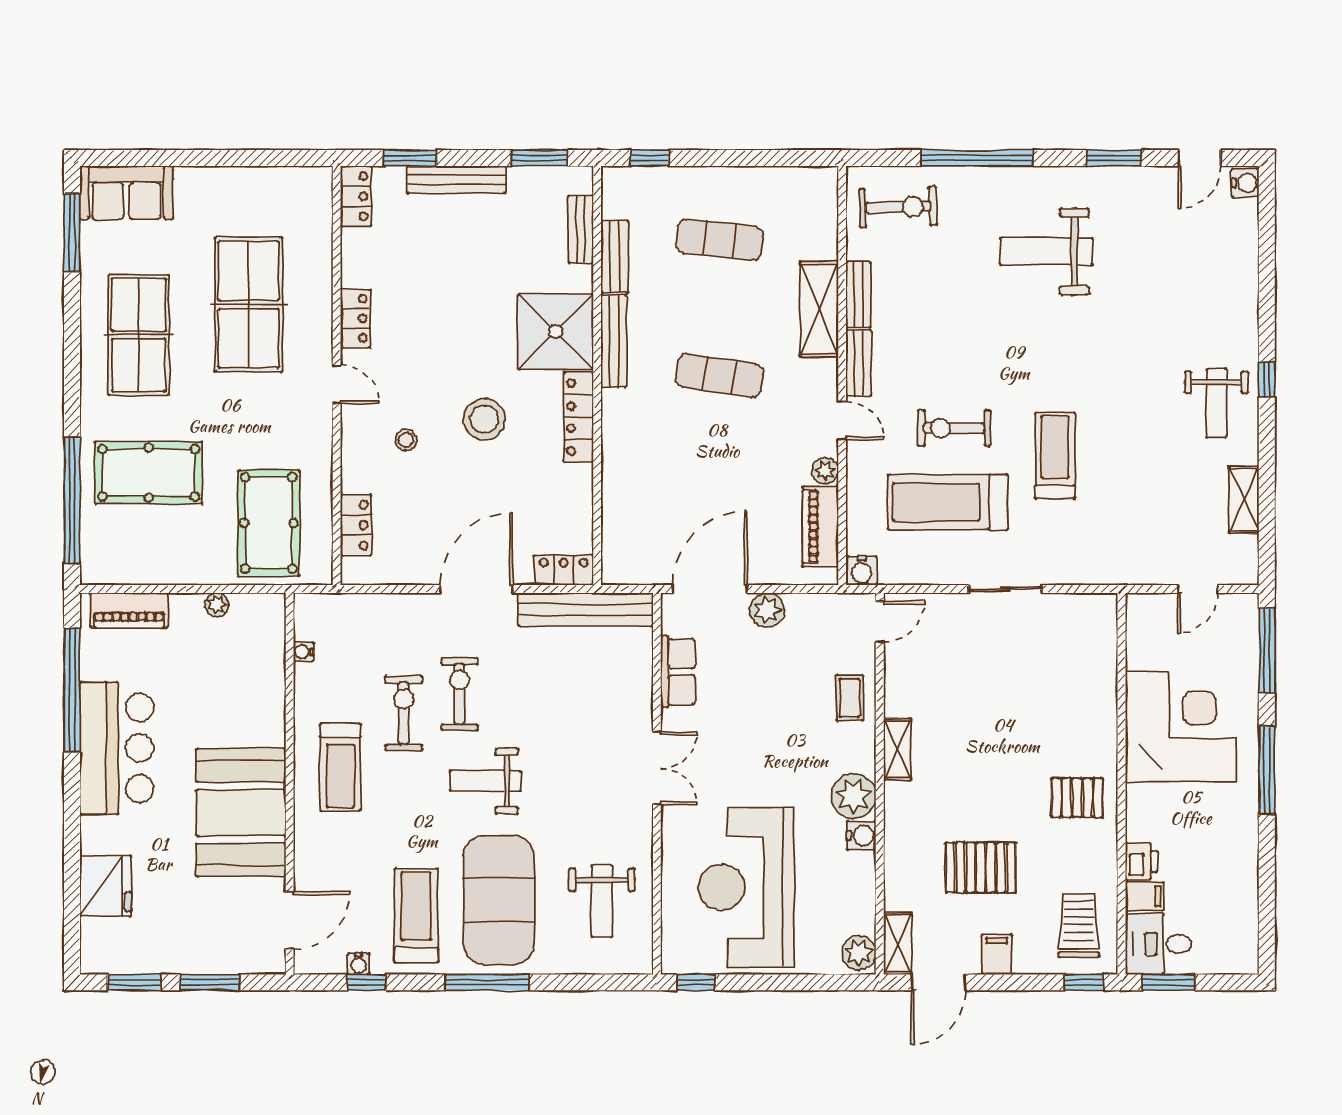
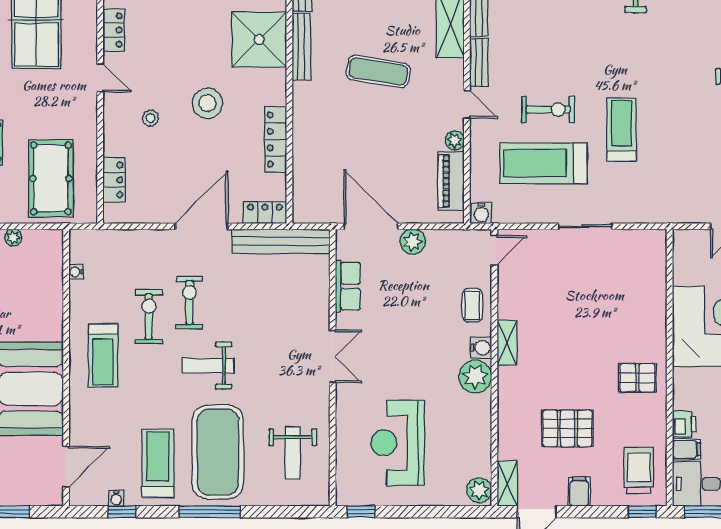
locker: (579, 417) -> (276, 140), moved
exercise bike: (954, 428) -> (548, 110), turned 180
door: (710, 589) -> (371, 226), hinge flipped
water cooler: (861, 836) -> (481, 348), moved
reception desk: (746, 887) -> (397, 443), width x0.74, depth x0.77

